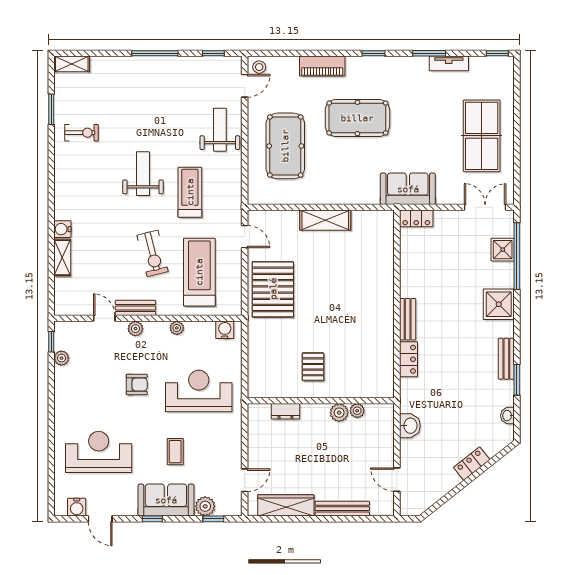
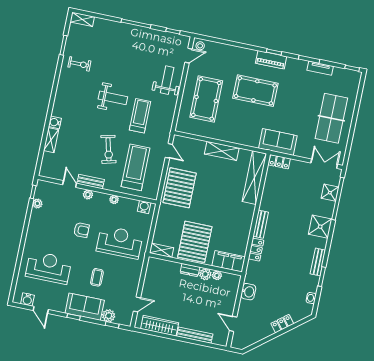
piano: (322, 66) -> (271, 60), moved
weight bench: (143, 174) -> (113, 98), turned 90
shelving: (383, 250) -> (254, 178), added
pallet: (313, 367) -> (195, 242), width x2.05, depth x2.00
filing cabinet: (370, 386) -> (229, 261), added
shelving: (265, 390) -> (162, 250), added
dresser: (285, 411) -> (190, 270), moved

